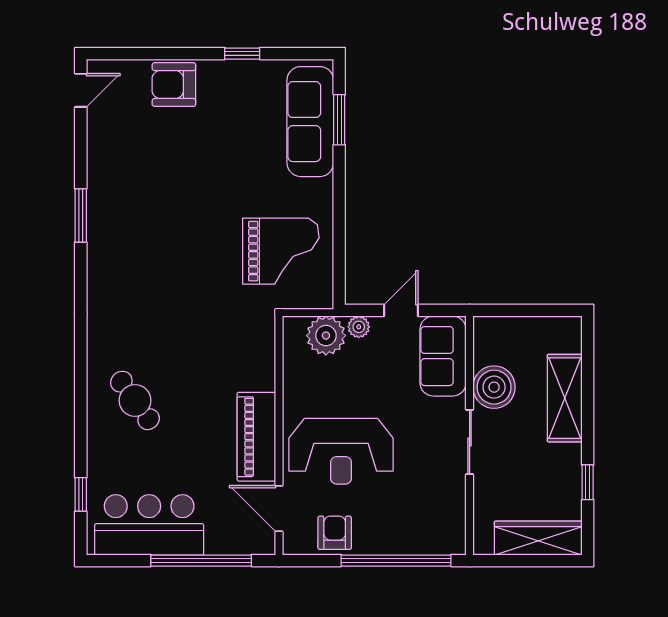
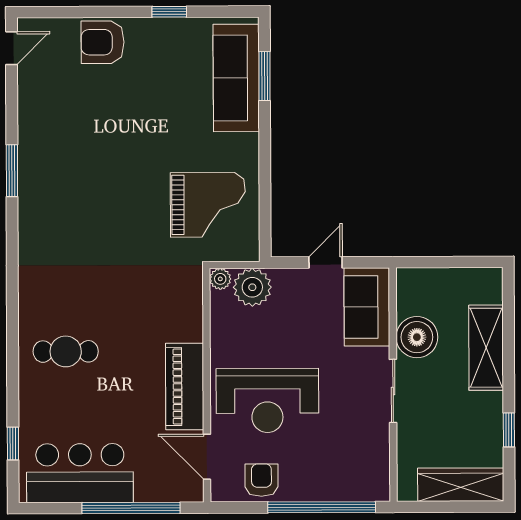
plant: (359, 327) -> (220, 279), moved
cafe table: (135, 400) -> (66, 351), turned -54

